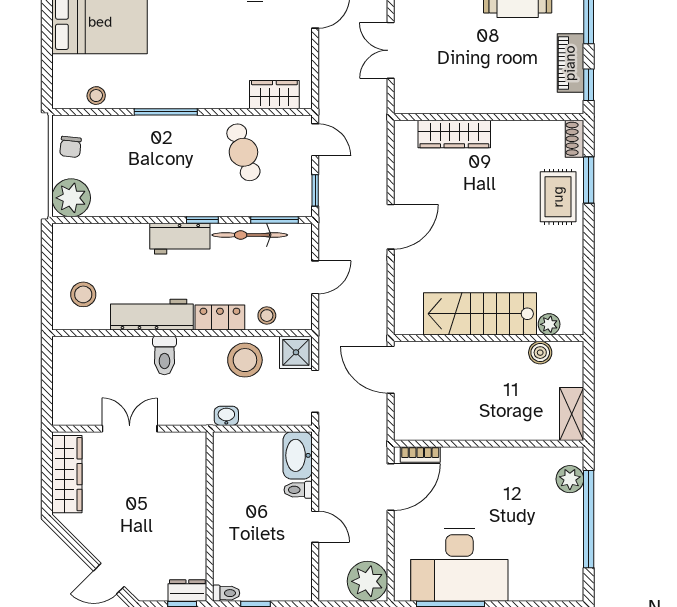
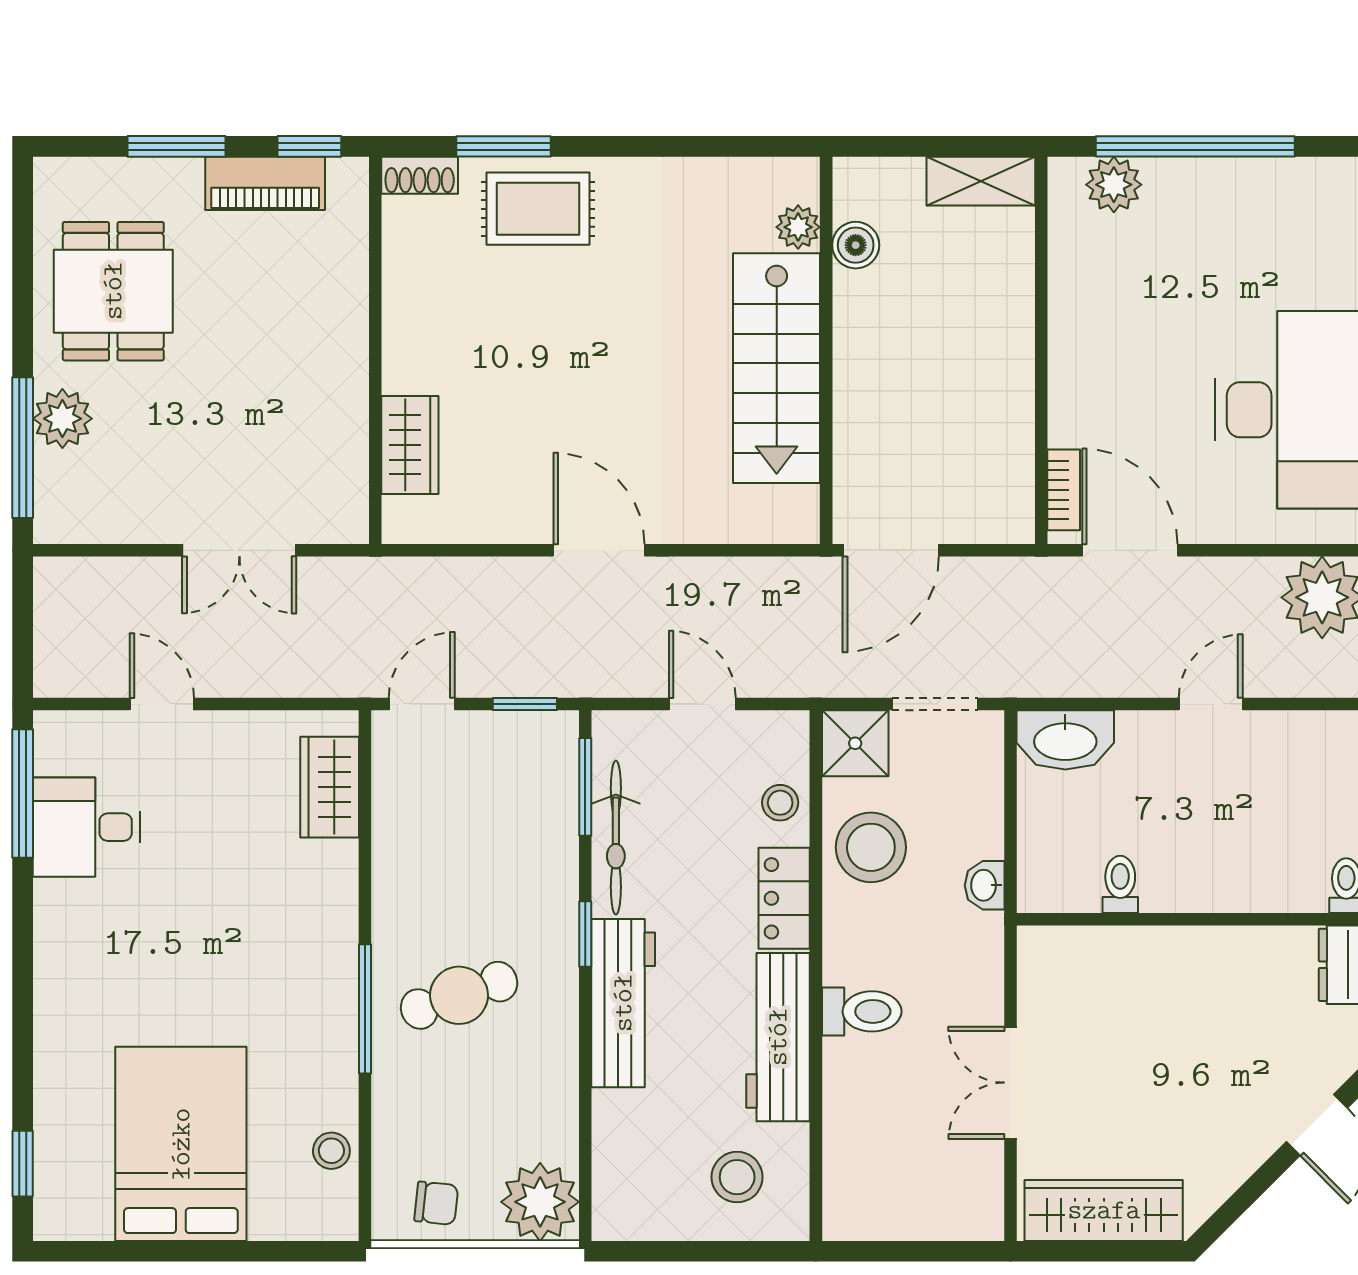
wardrobe: (454, 134) -> (410, 445), width x0.67
cafe table: (243, 152) -> (459, 995), moved
workbench: (180, 239) -> (623, 1003), width x1.37
toilet: (298, 490) -> (1120, 884), moved, turned 180

